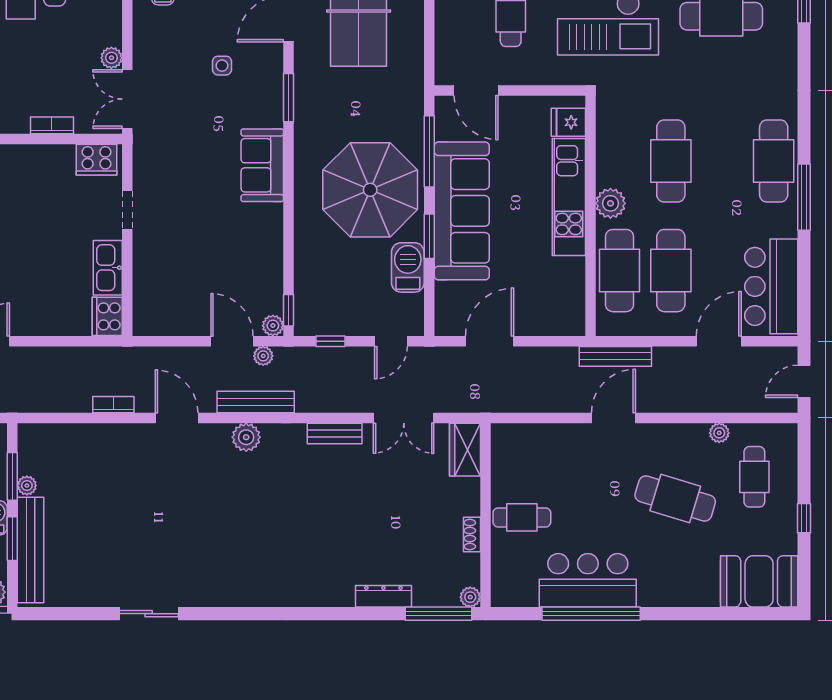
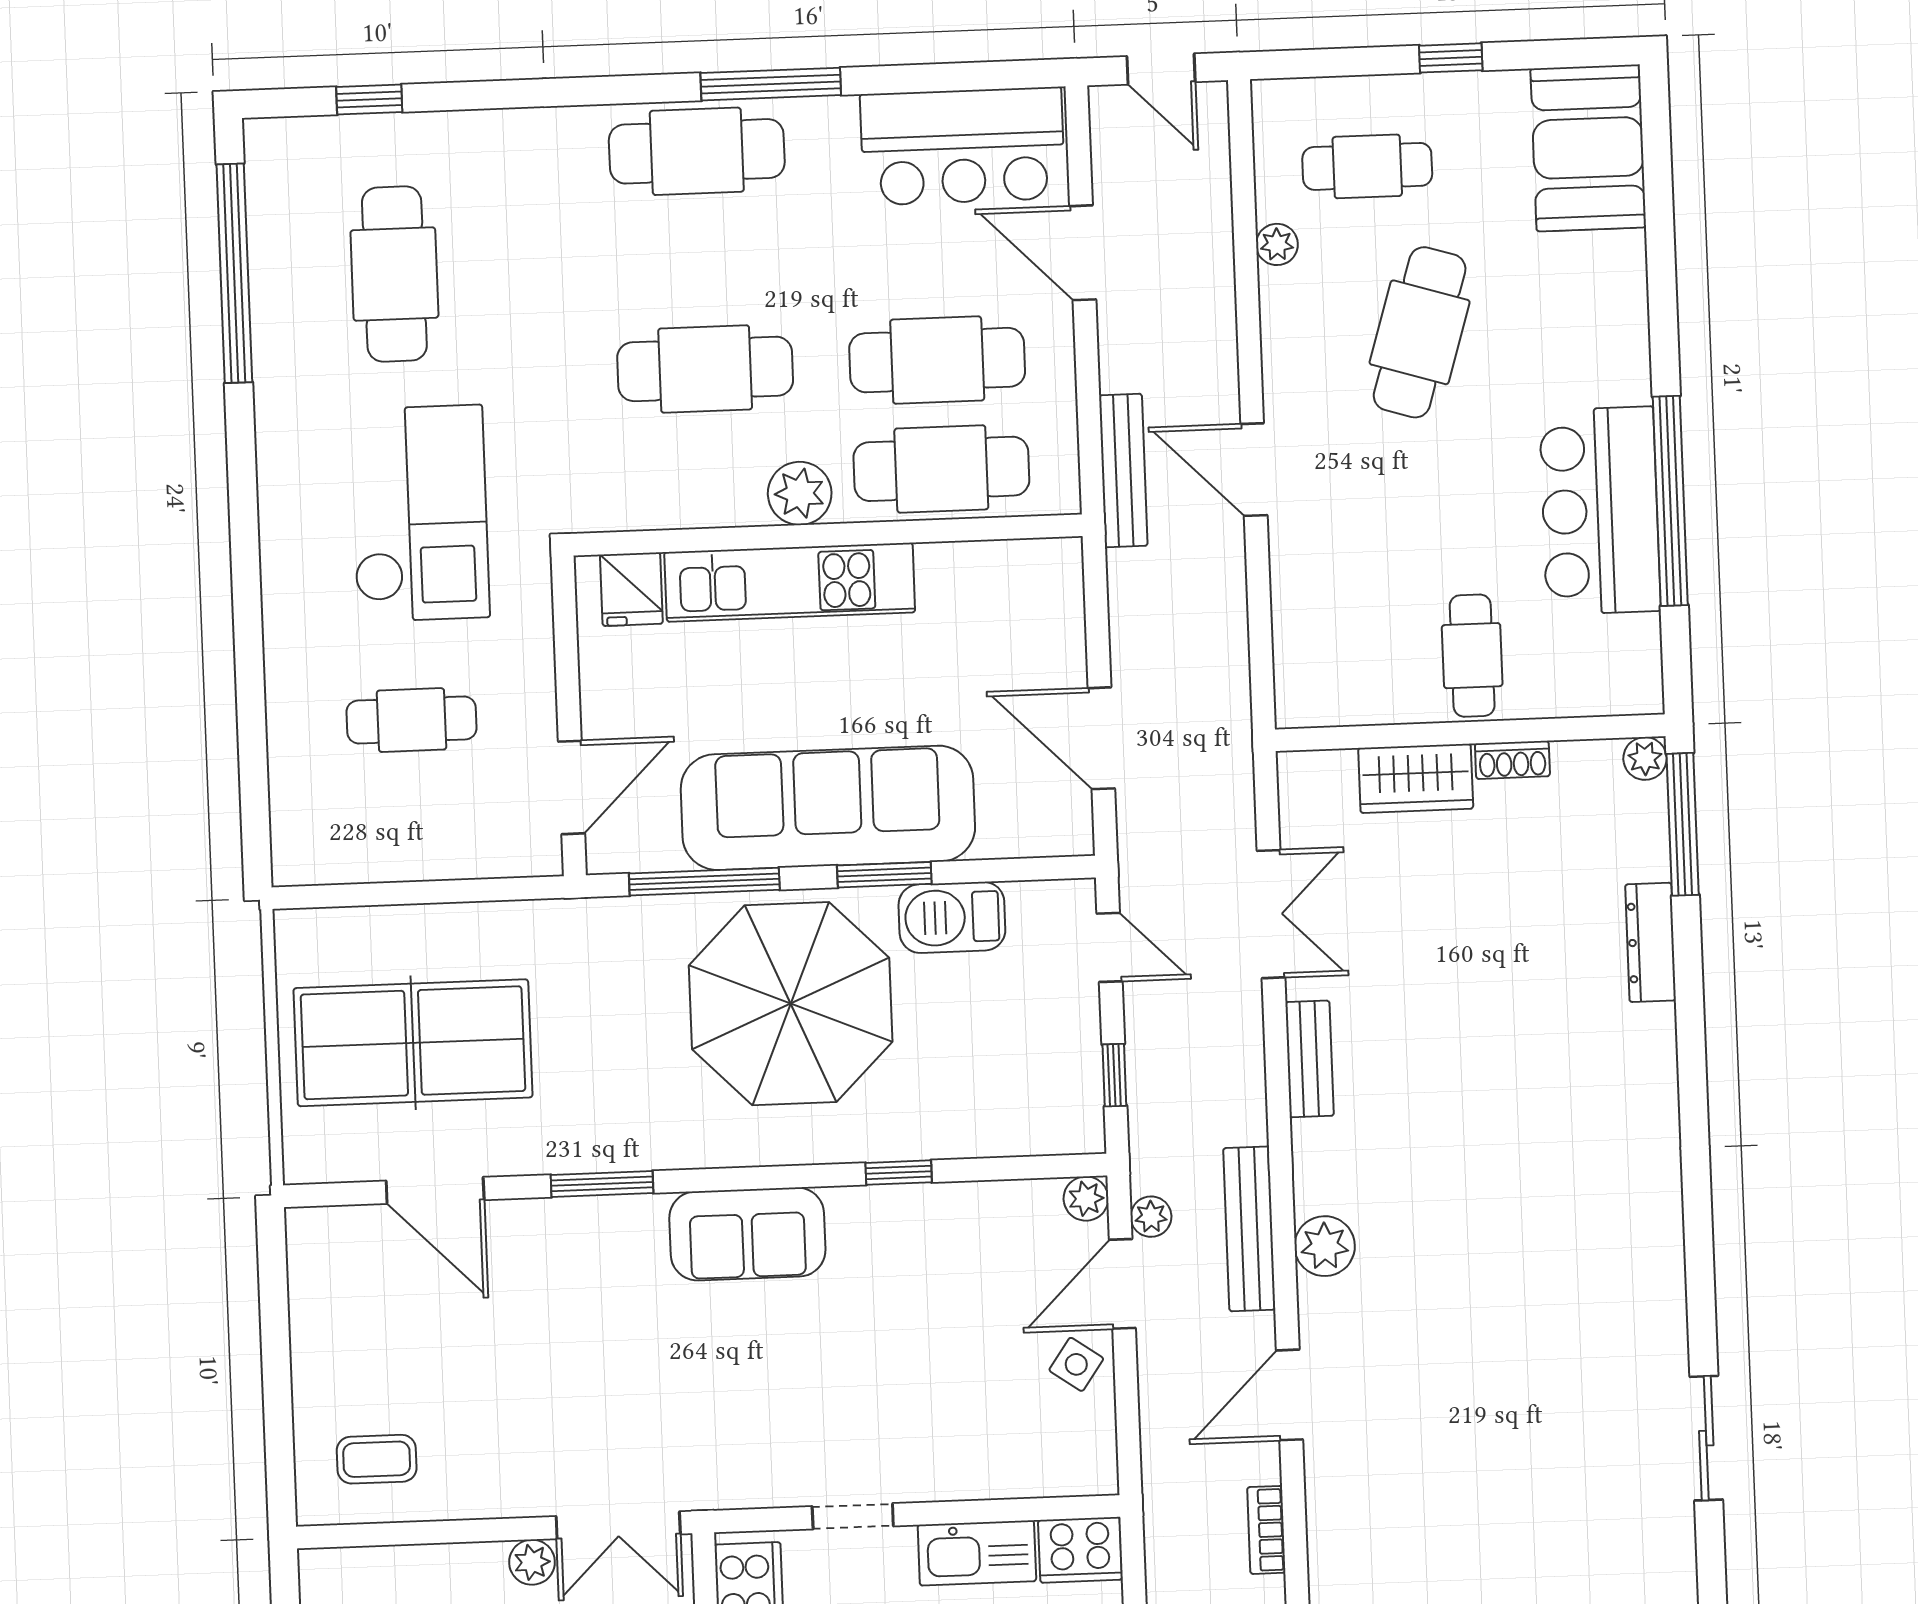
side table: (222, 66) -> (1076, 1364), moved, turned 35
window: (289, 310) -> (899, 1173), moved
wardrobe: (465, 450) -> (1416, 778), moved

